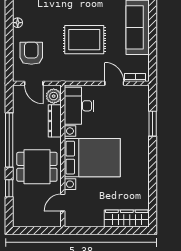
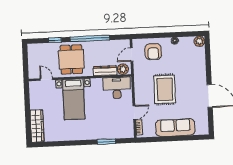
armchair: (31, 53) -> (153, 52), turned 90
bed with nightstands: (92, 158) -> (74, 99), width x0.73

